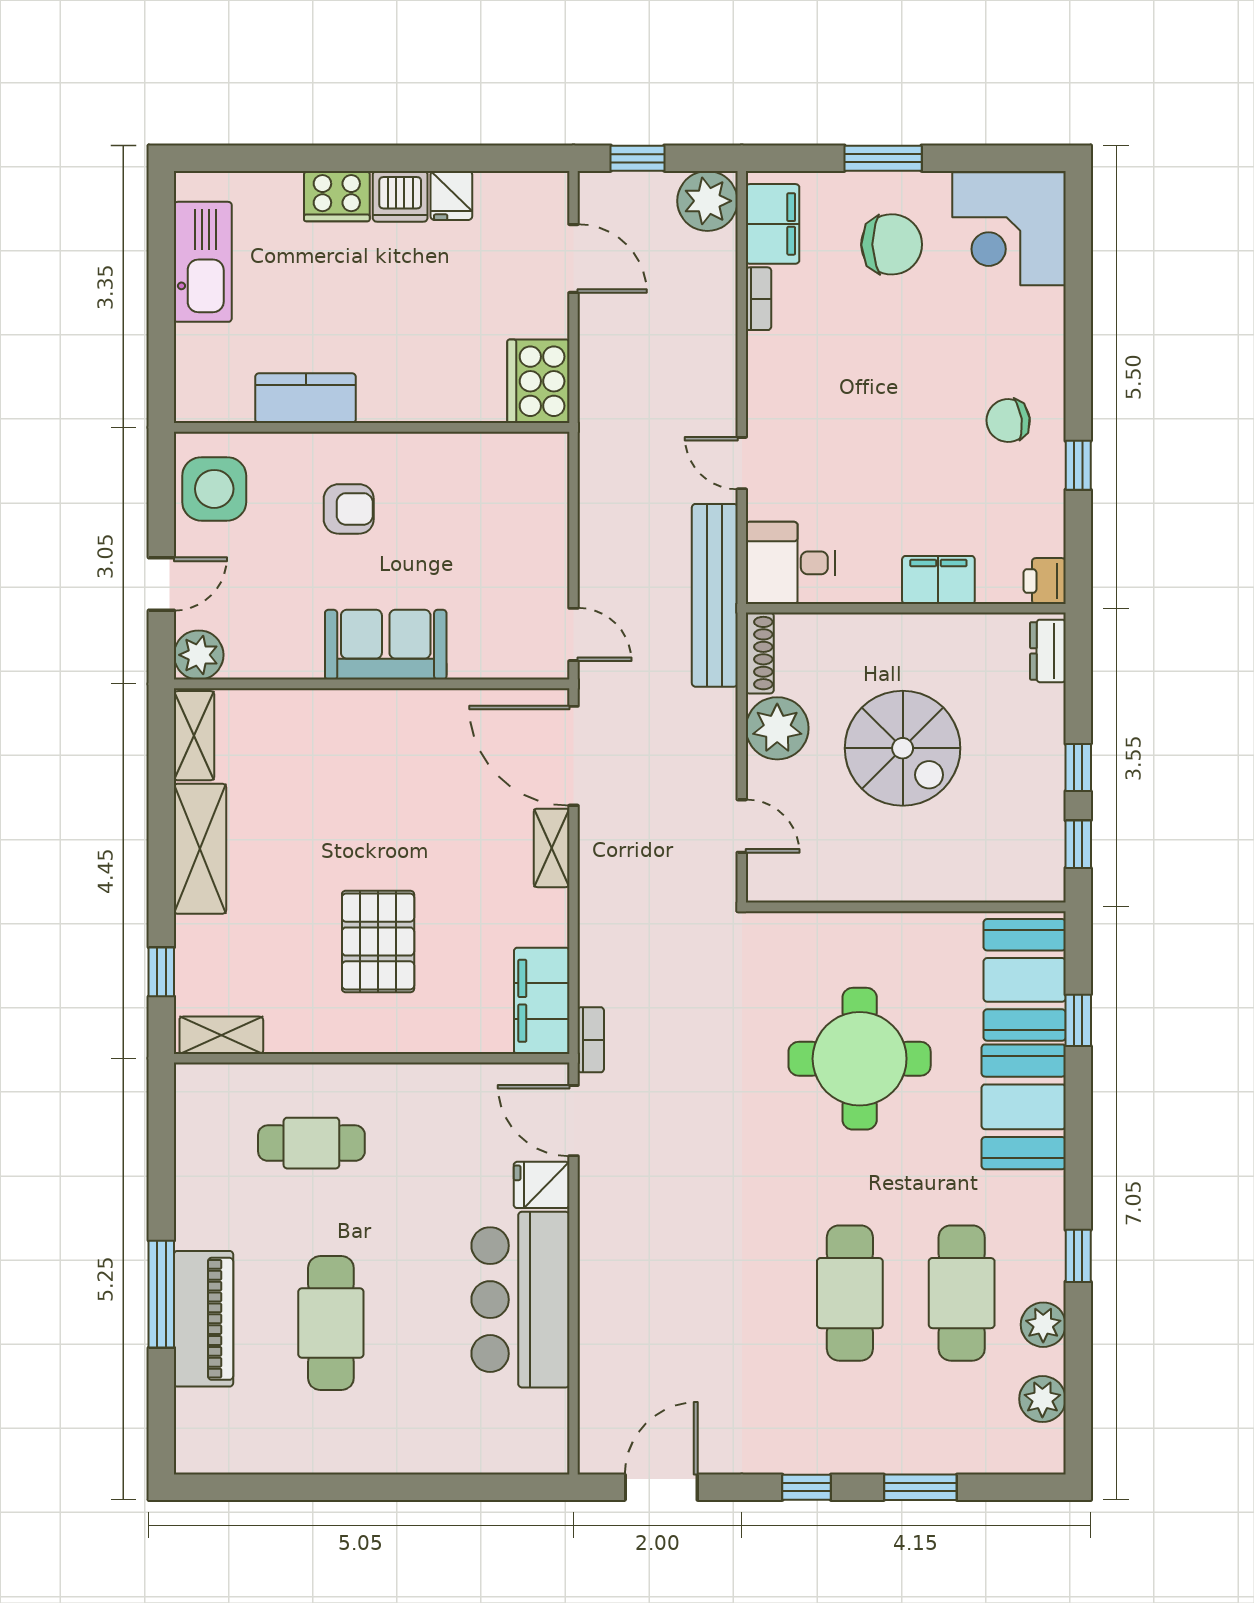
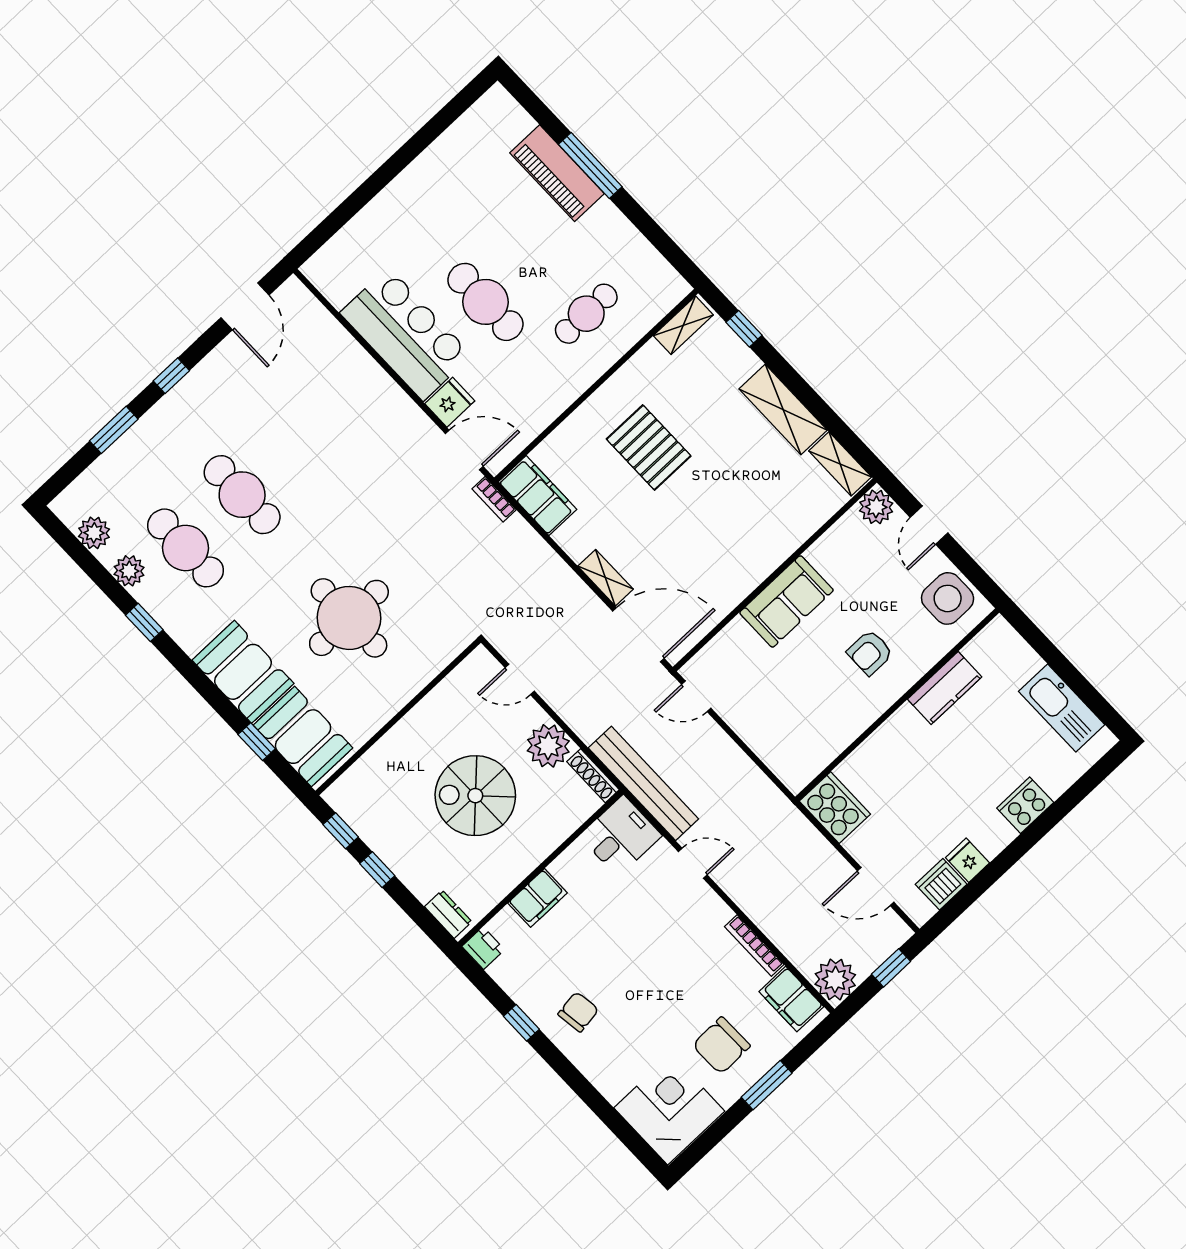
dishwasher: (400, 196) -> (941, 884), moved
bookcase: (759, 299) -> (754, 946), width x1.56
cafe table: (331, 1323) -> (485, 302), moved

